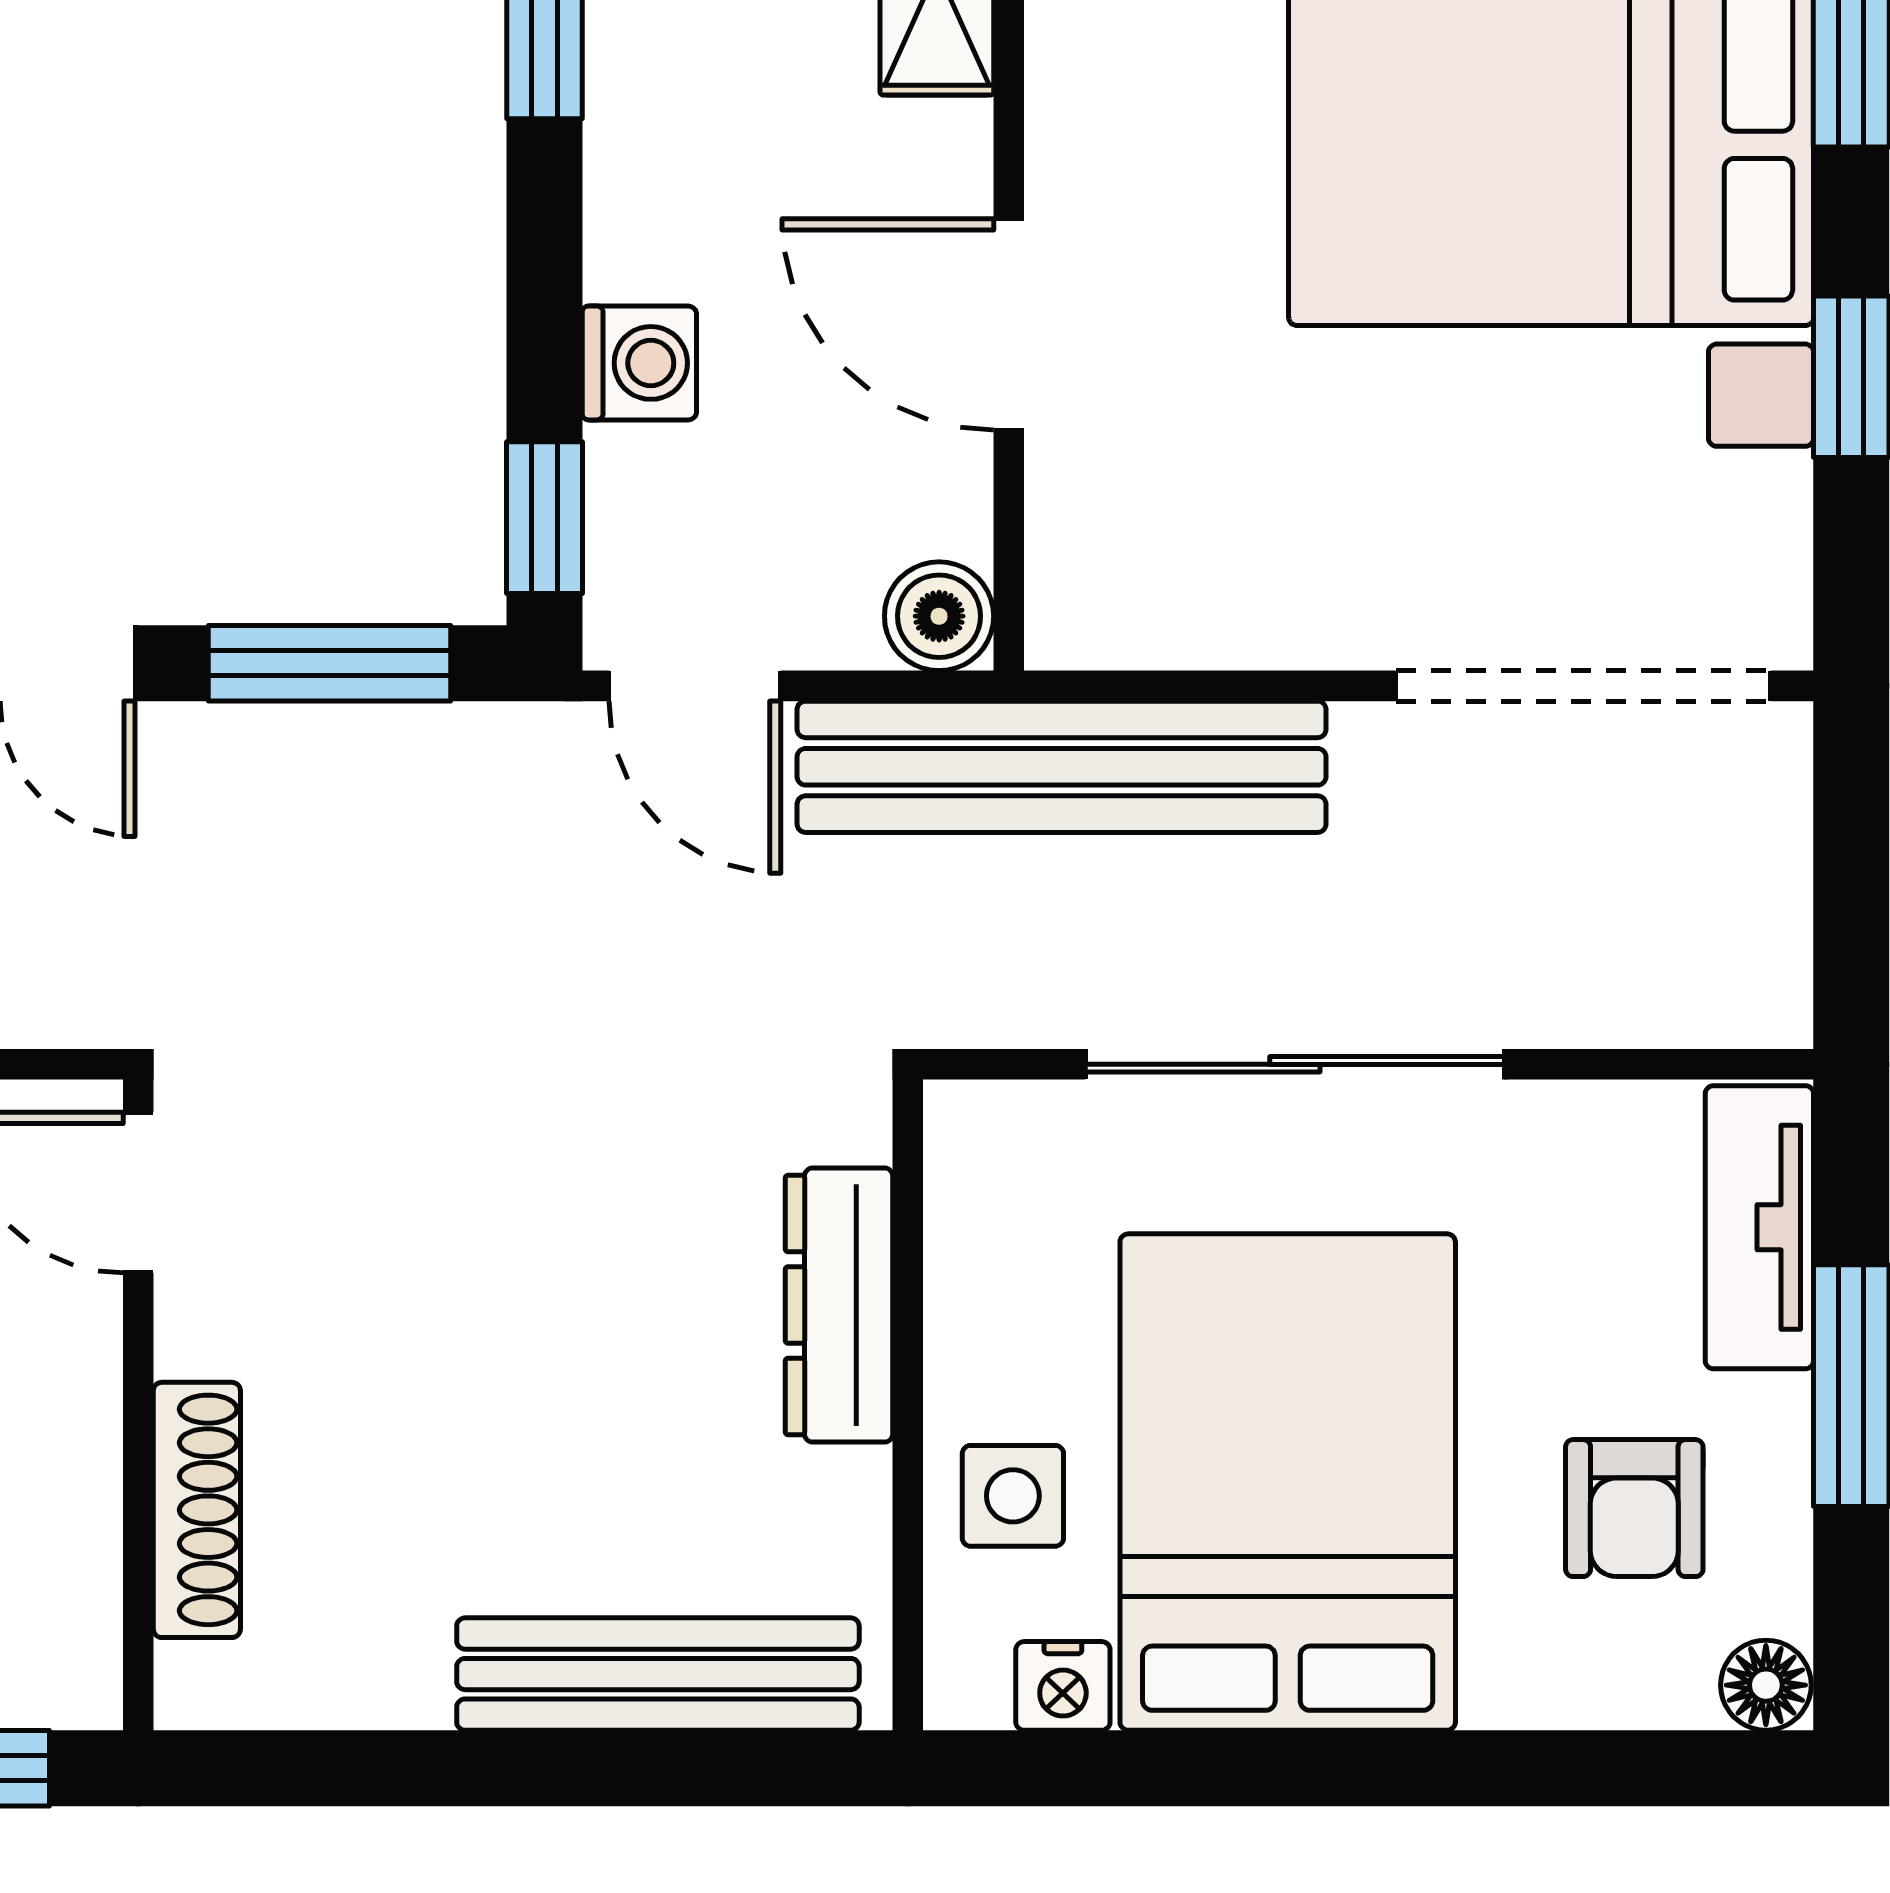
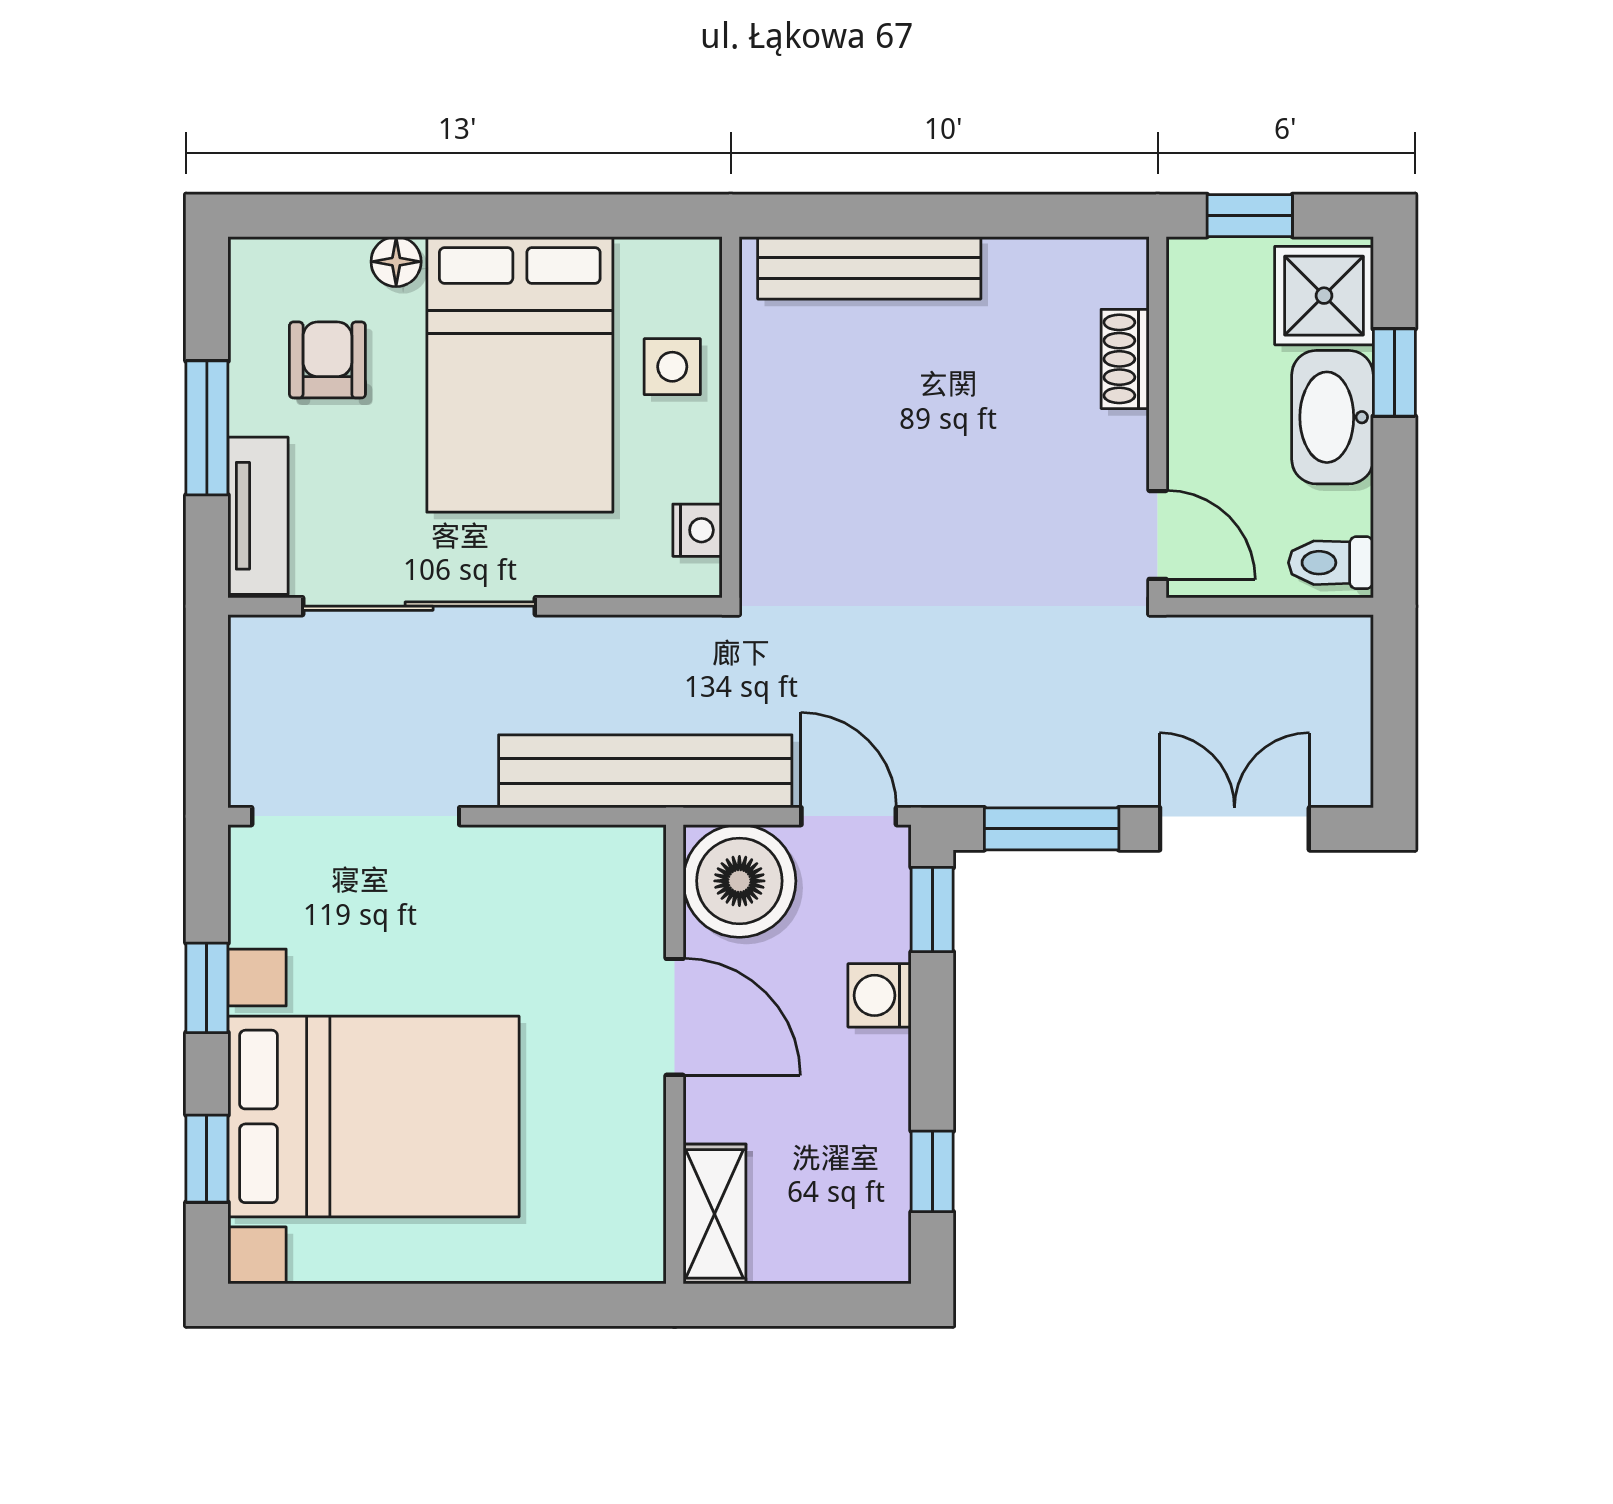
boiler: (939, 616) -> (739, 881), width x1.86, depth x1.86
sliding door: (1295, 1064) -> (419, 606), moved
dresser: (839, 1305) -> (769, 473), removed
shoe rack: (197, 1510) -> (1125, 359), width x0.70
floor lamp: (1766, 1685) -> (396, 262), moved
nightstand: (1063, 1686) -> (698, 530), moved, turned 90

